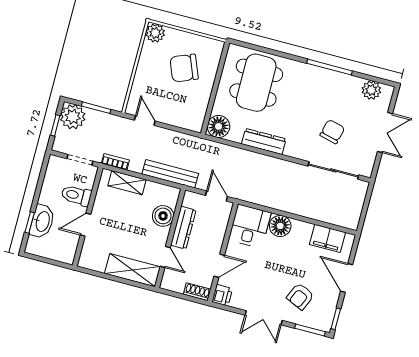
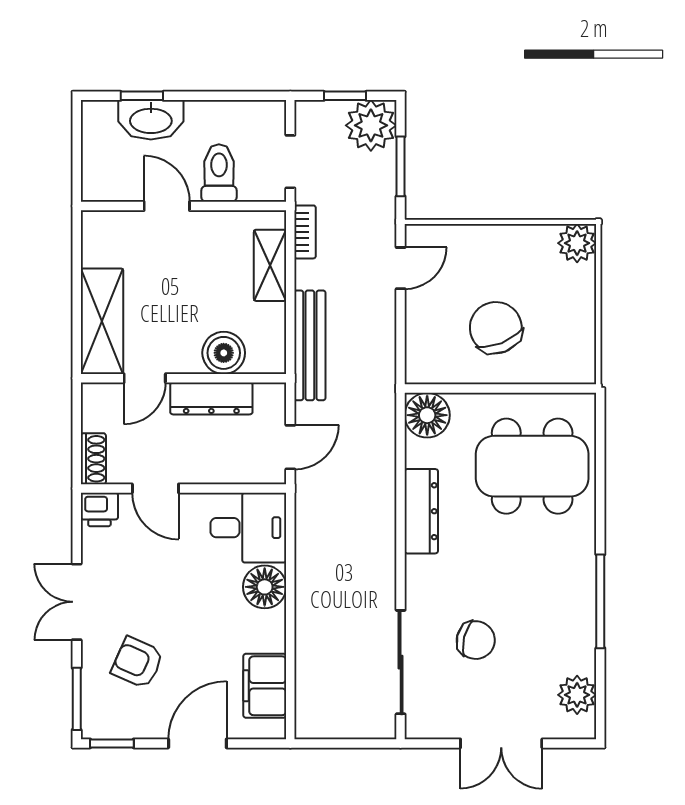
chair: (184, 68) -> (496, 328), moved

